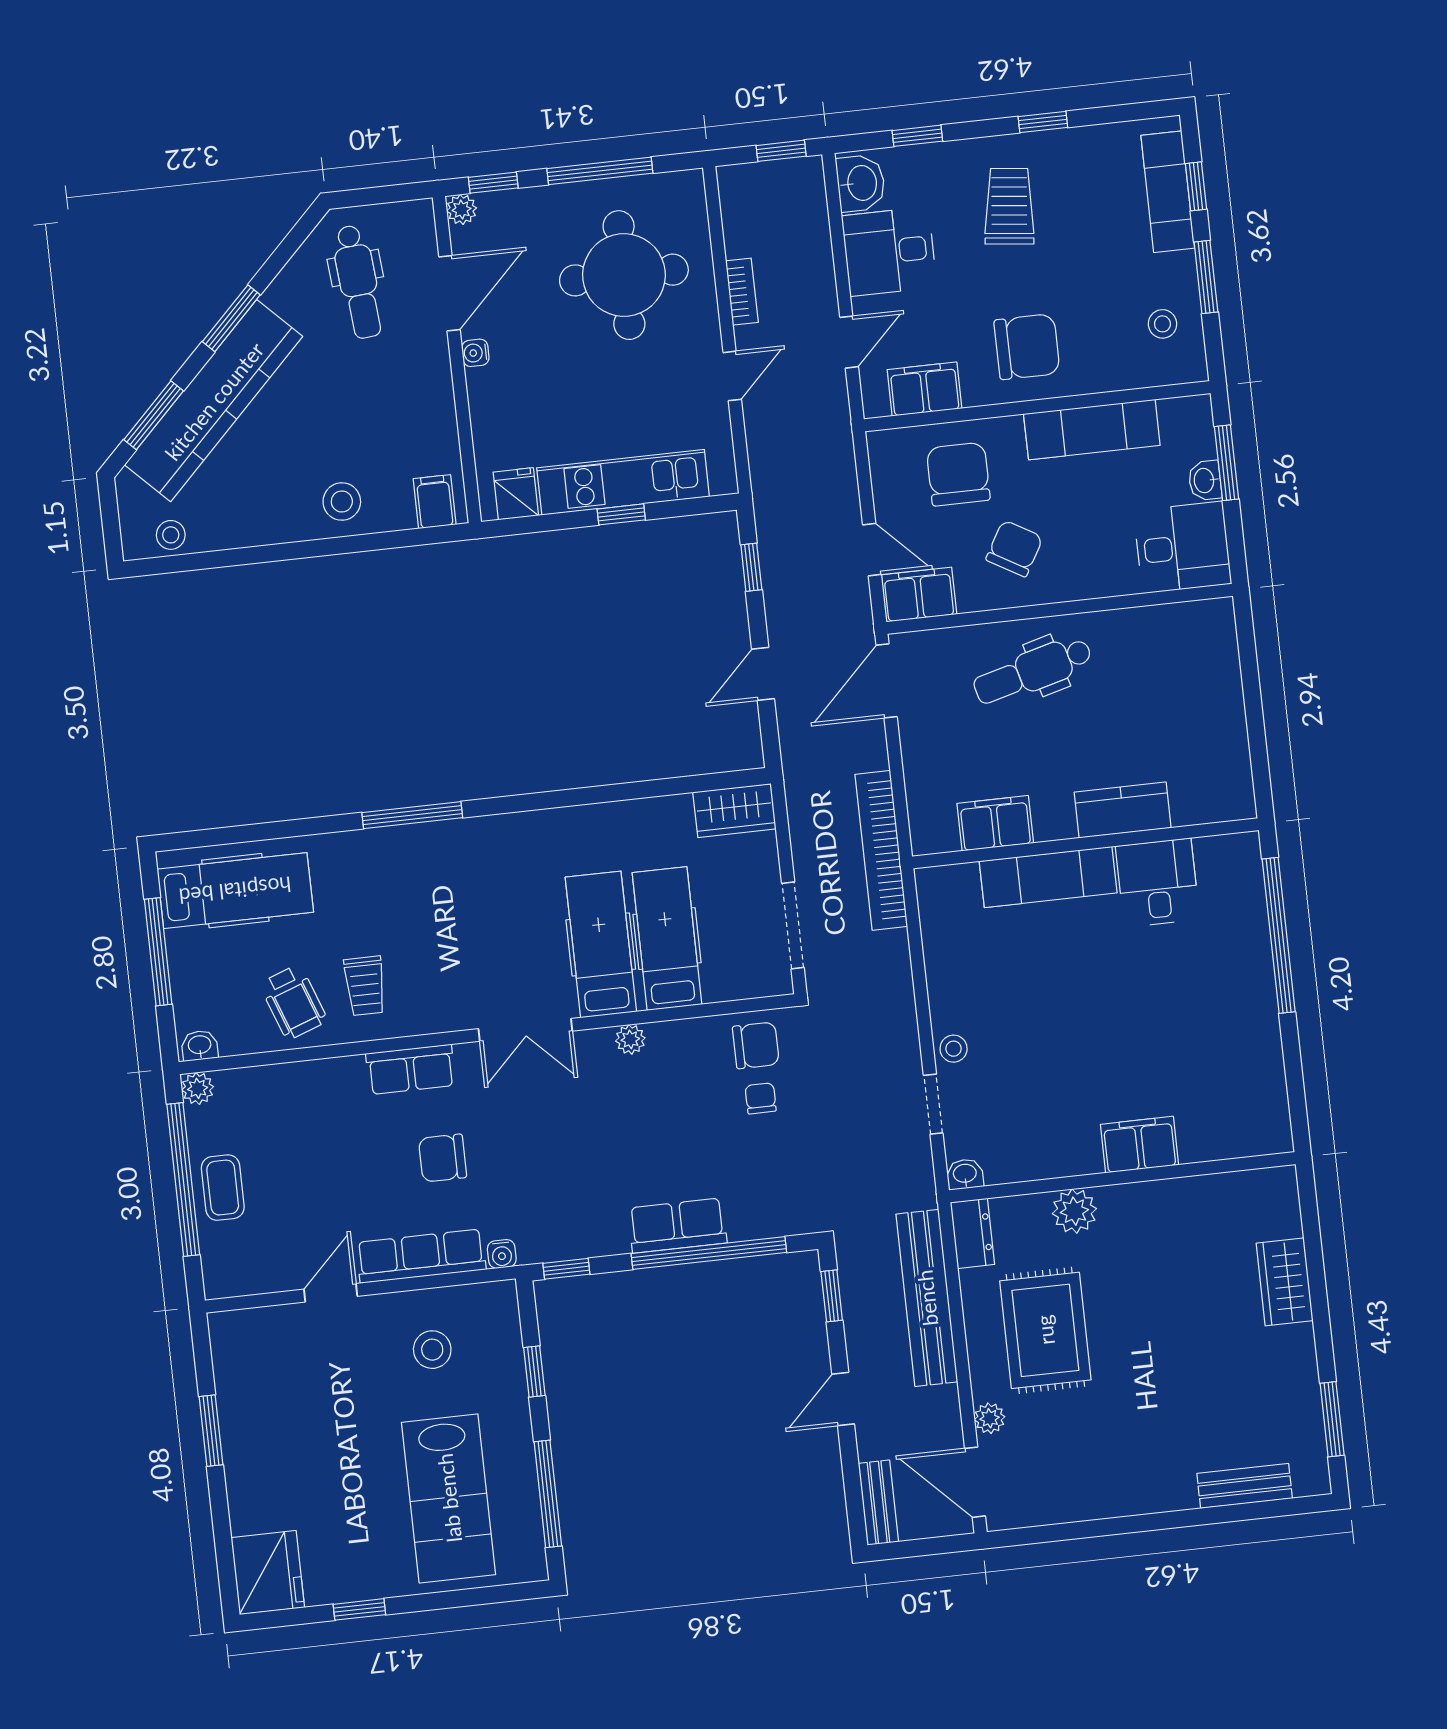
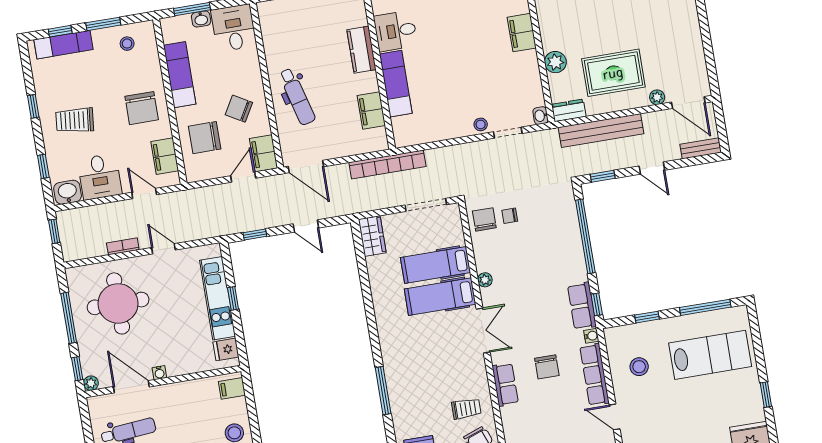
chair: (1027, 347) -> (142, 108), turned 180
row of seats: (677, 1226) -> (582, 306), moved
door: (975, 1482) -> (688, 102), hinge flipped

